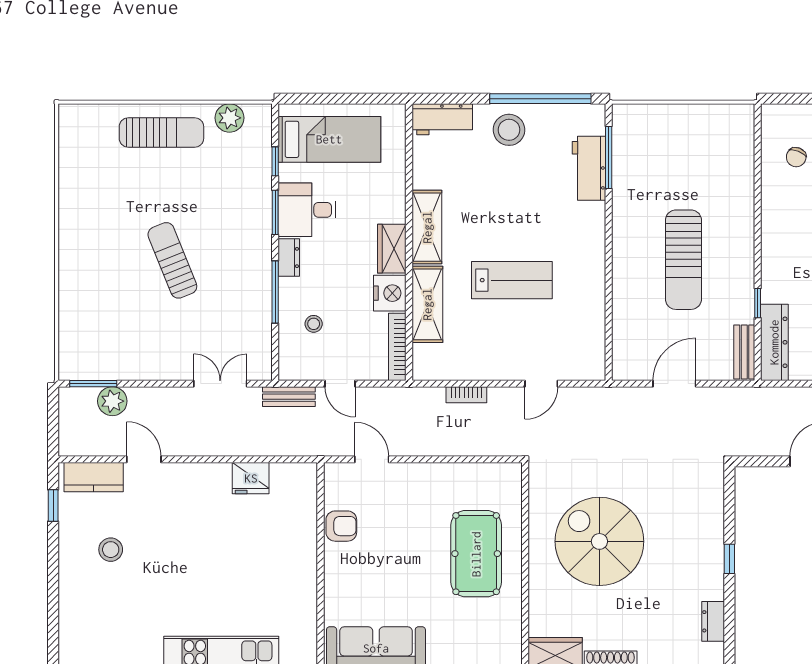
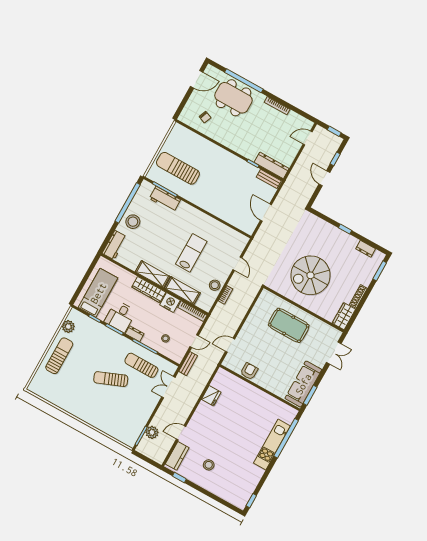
wardrobe: (392, 249) -> (149, 290), width x1.50
sun lounger: (683, 260) -> (178, 168), moved, turned 180
sun lounger: (234, 306) -> (141, 365), added
stool: (474, 362) -> (215, 285), added

